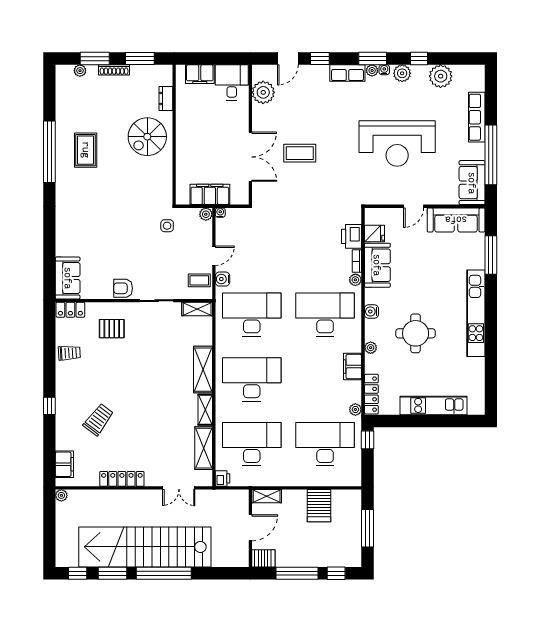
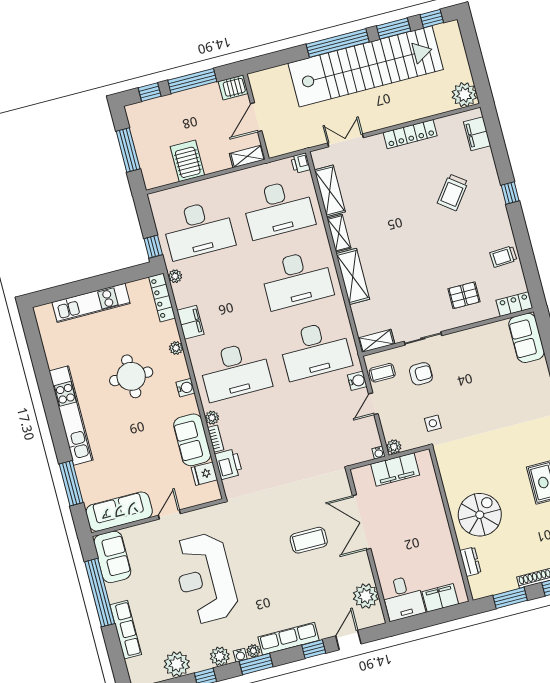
row of seats: (347, 73) -> (289, 639), width x1.48
reception desk: (397, 143) -> (205, 578), turned -90
armchair: (123, 288) -> (421, 374), moved
plant: (61, 495) -> (464, 95), width x1.88, depth x1.88

